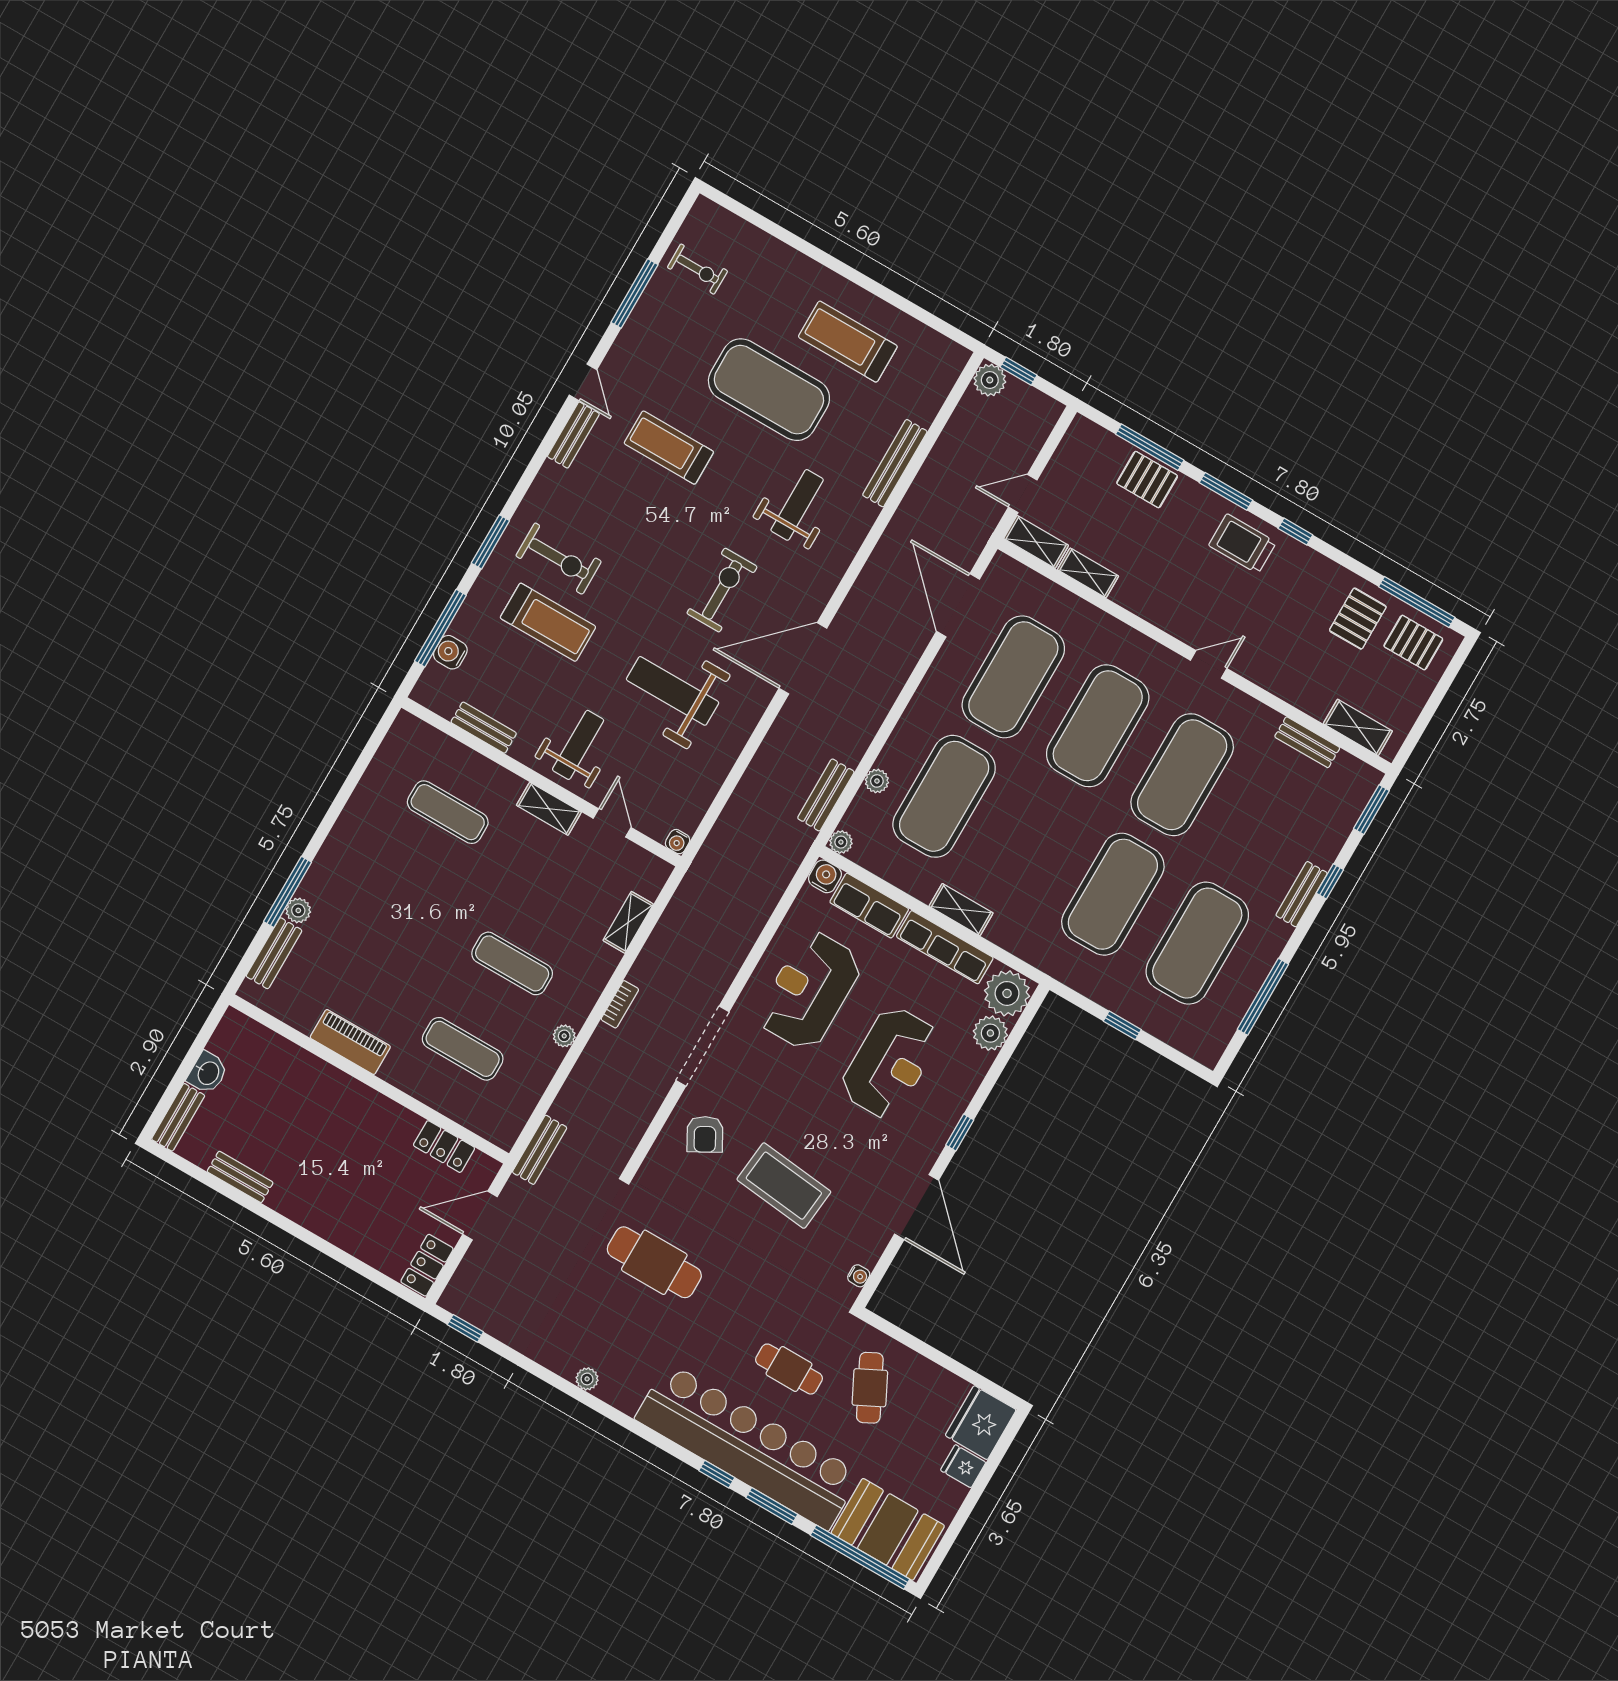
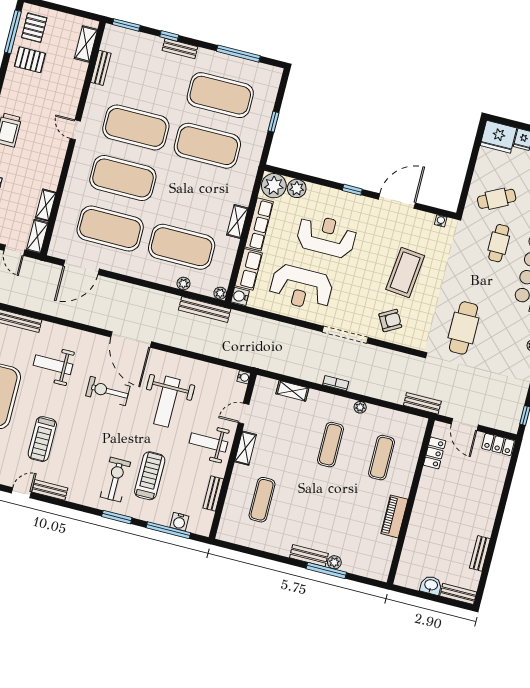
bench: (826, 795) -> (205, 309), width x1.36
bench: (274, 953) -> (309, 556), moved

